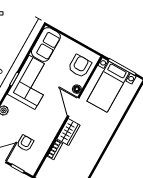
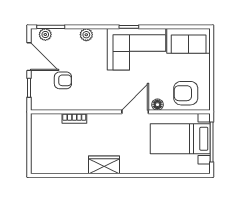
armchair: (80, 66) -> (186, 93), turned 180
wardrobe: (68, 132) -> (104, 165), moved, turned 180

